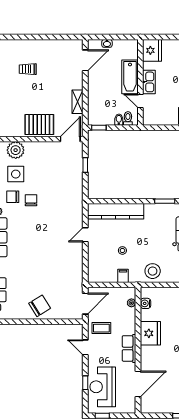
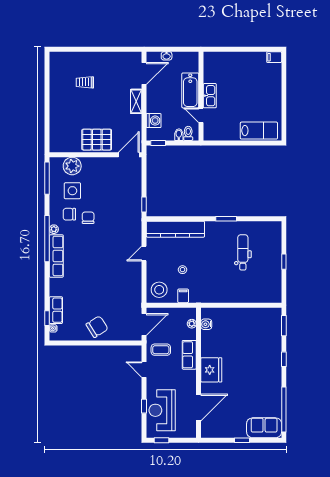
fridge: (152, 50) -> (213, 63), removed
shelving: (78, 102) -> (136, 101), moved
washing machine: (95, 106) -> (154, 121), added
window: (85, 165) -> (144, 204), moved
stool: (153, 271) -> (159, 290), moved
fridge: (150, 333) -> (211, 370), moved
row of seats: (129, 348) -> (189, 355), moved

